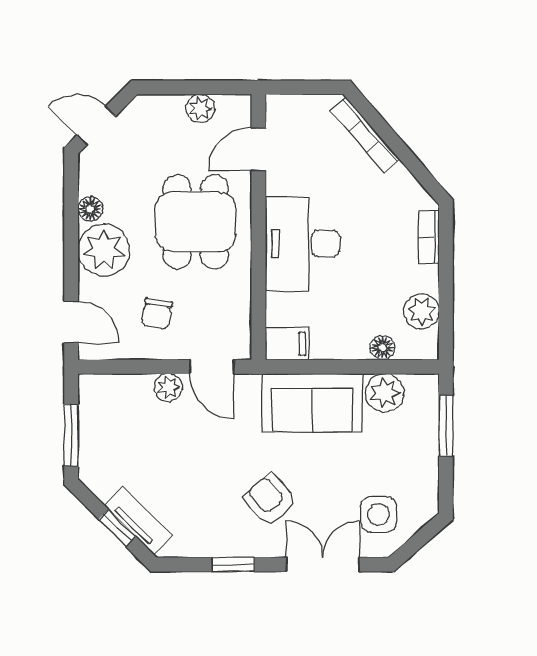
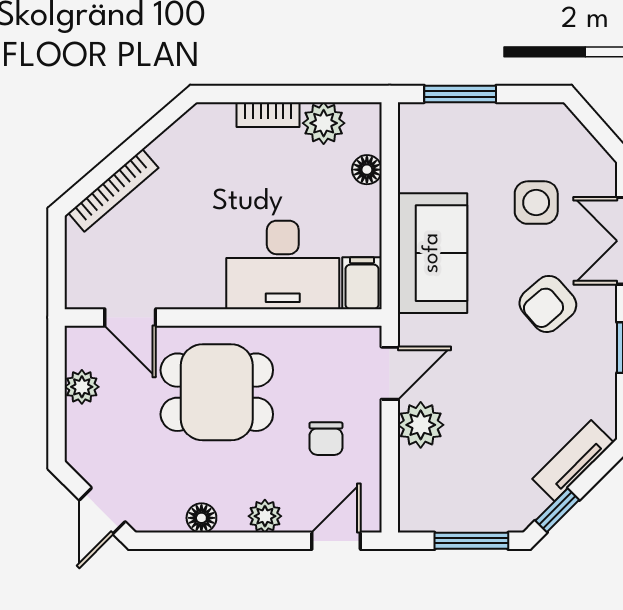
bookcase: (429, 237) -> (268, 115), moved
desk: (303, 244) -> (283, 265), moved
plant: (104, 250) -> (265, 516), width x0.53, depth x0.53
chair: (157, 313) -> (326, 439), turned 80
plant: (168, 388) -> (421, 425), width x1.38, depth x1.38
plant: (385, 393) -> (421, 167), removed
side table: (379, 514) -> (536, 203), moved
window: (117, 528) -> (557, 510), moved

